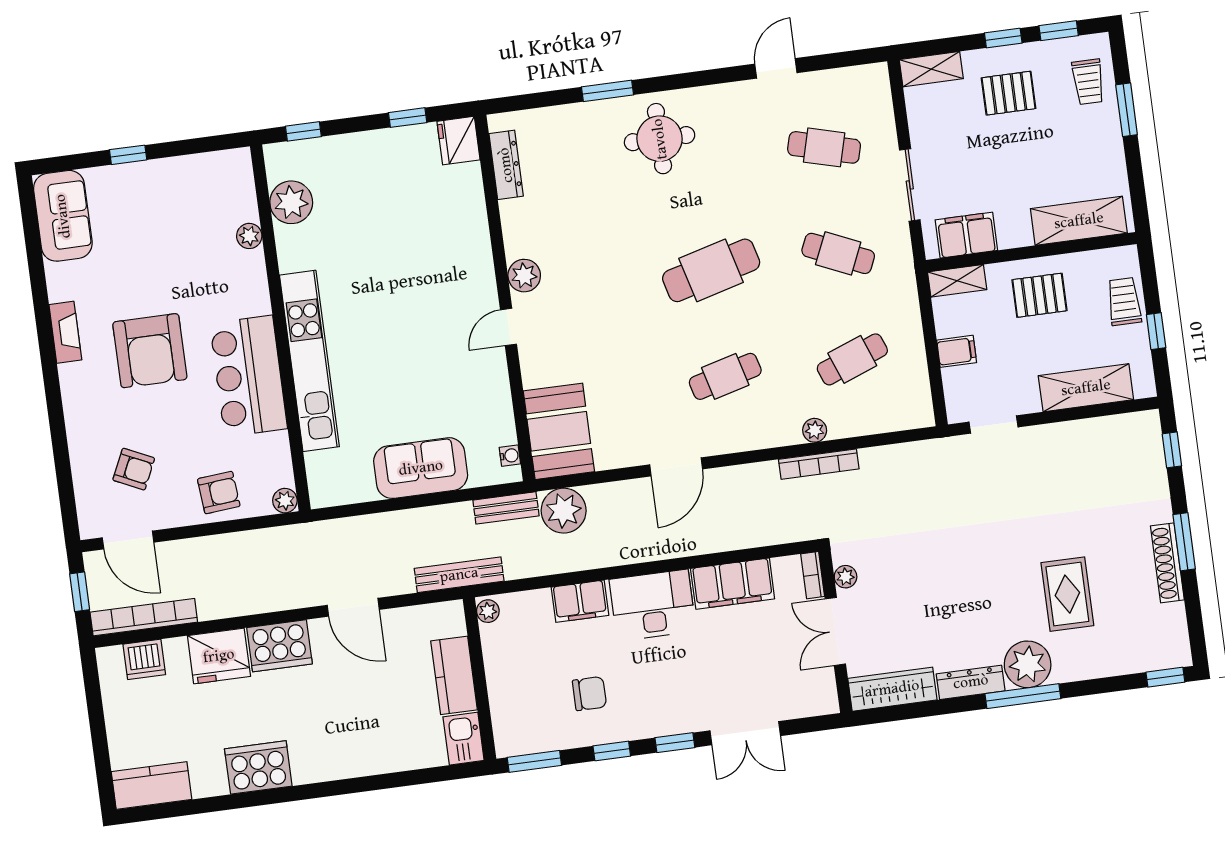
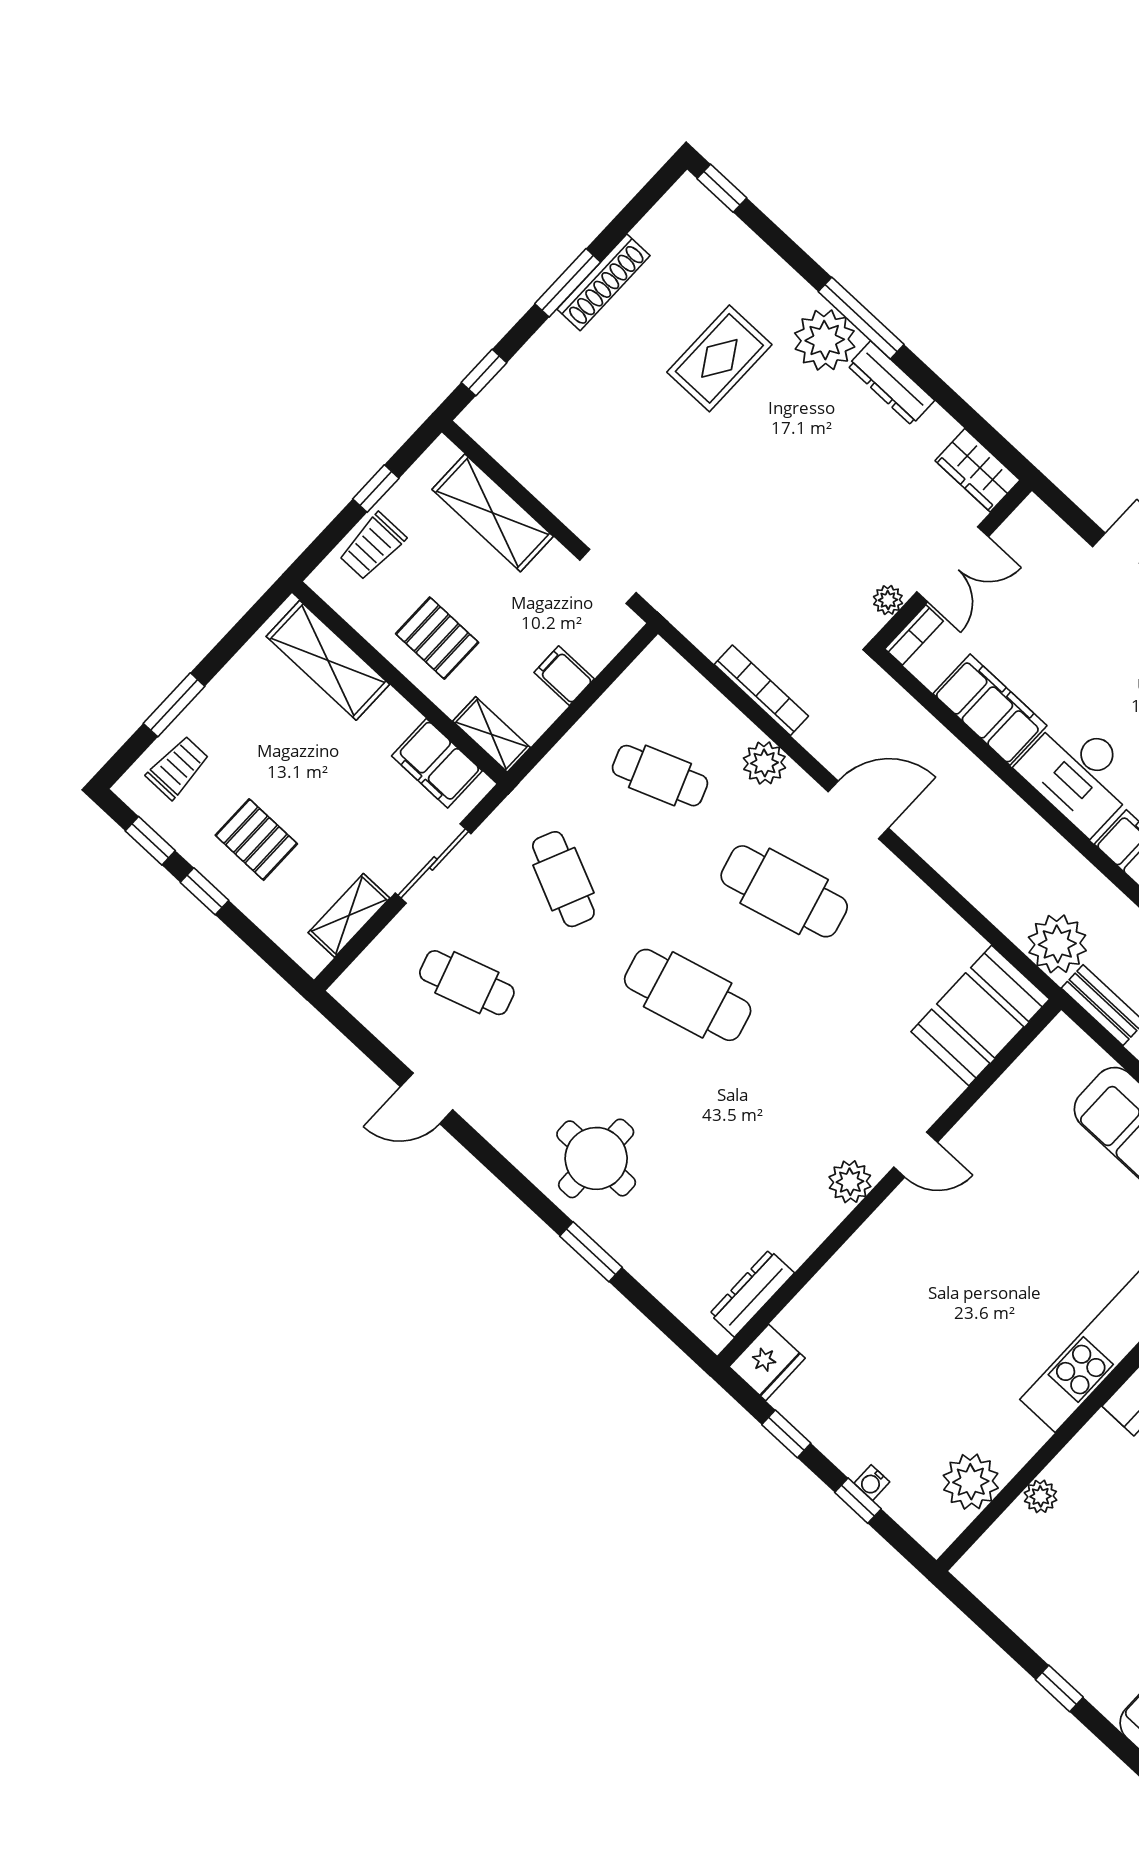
shelving: (931, 69) -> (349, 915), moved, turned 90
window: (303, 131) -> (858, 1501), moved
cafe table: (824, 147) -> (467, 983), turned -33
cafe table: (725, 376) -> (784, 891), width x1.37, depth x1.35
plant: (815, 430) -> (764, 763), width x1.38, depth x1.38
water cooler: (510, 456) -> (872, 1483), moved, turned -90
bookcase: (819, 464) -> (761, 690), moved
door: (676, 467) -> (858, 810), moved
wardrobe: (892, 689) -> (978, 470), width x0.67

